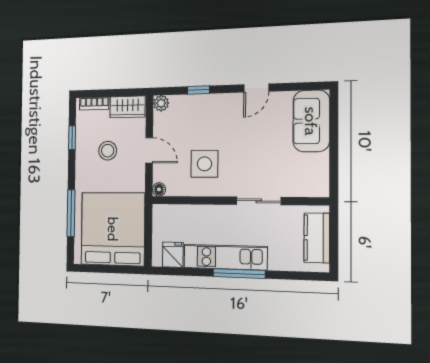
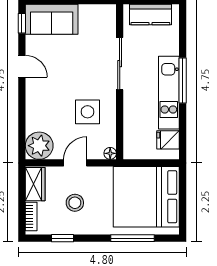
window: (198, 90) -> (22, 23), moved
plant: (161, 103) -> (39, 146), width x1.88, depth x1.88
sliding door: (259, 201) -> (120, 64), width x1.37

